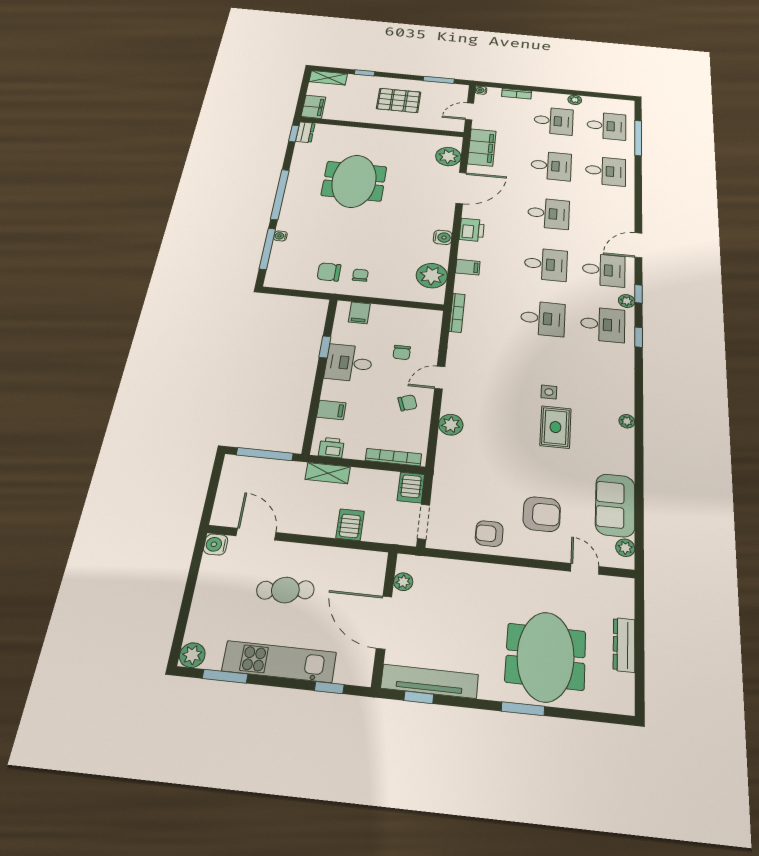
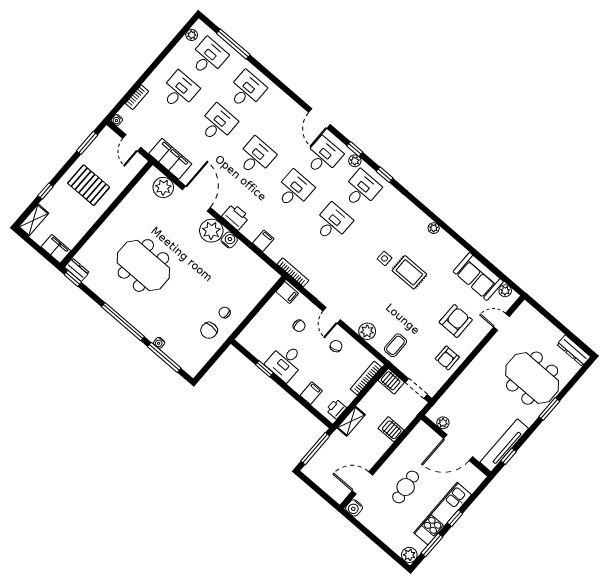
pallet: (399, 100) -> (89, 185), turned 90
plant: (575, 100) -> (192, 35), moved
plant: (432, 276) -> (211, 231), moved
filing cabinet: (359, 313) -> (287, 293), moved
coffee table: (458, 465) -> (395, 345), added
dresser: (624, 645) -> (574, 350), moved
window: (329, 688) -> (455, 518), moved

